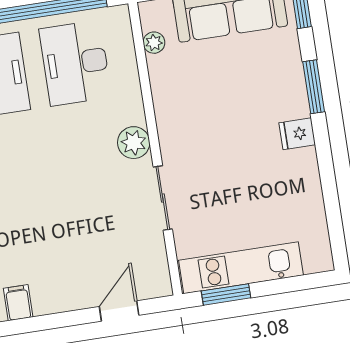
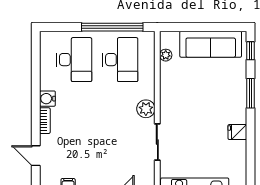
desk: (75, 63) -> (120, 60), turned 180
fridge: (297, 134) -> (237, 132), moved

